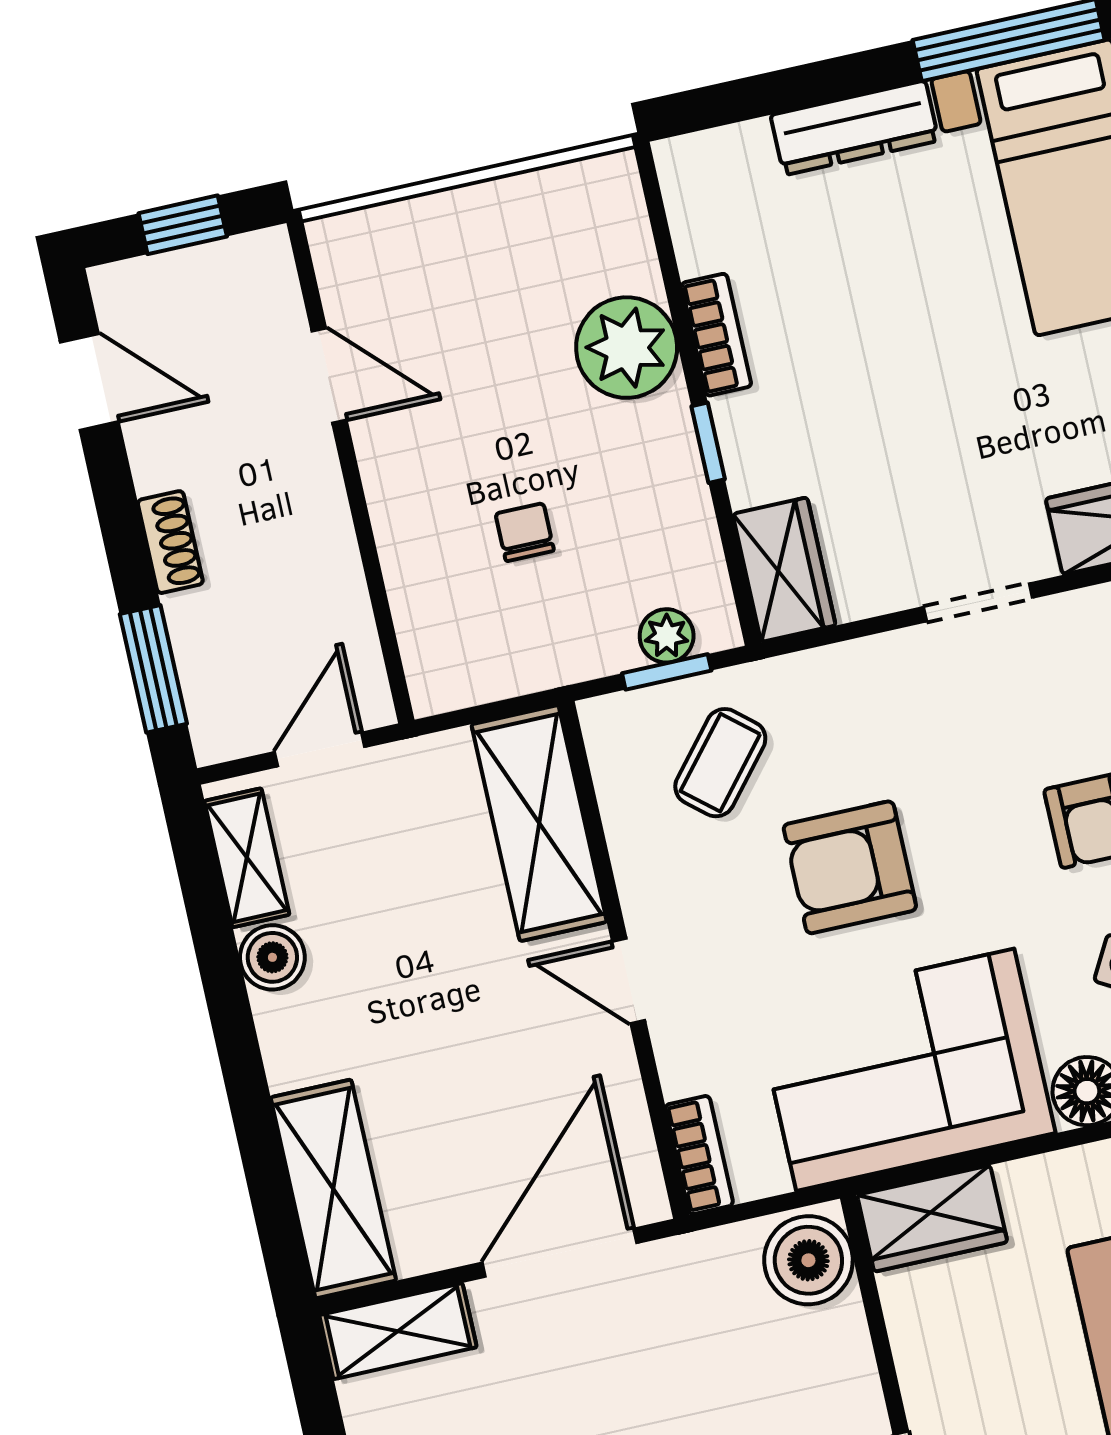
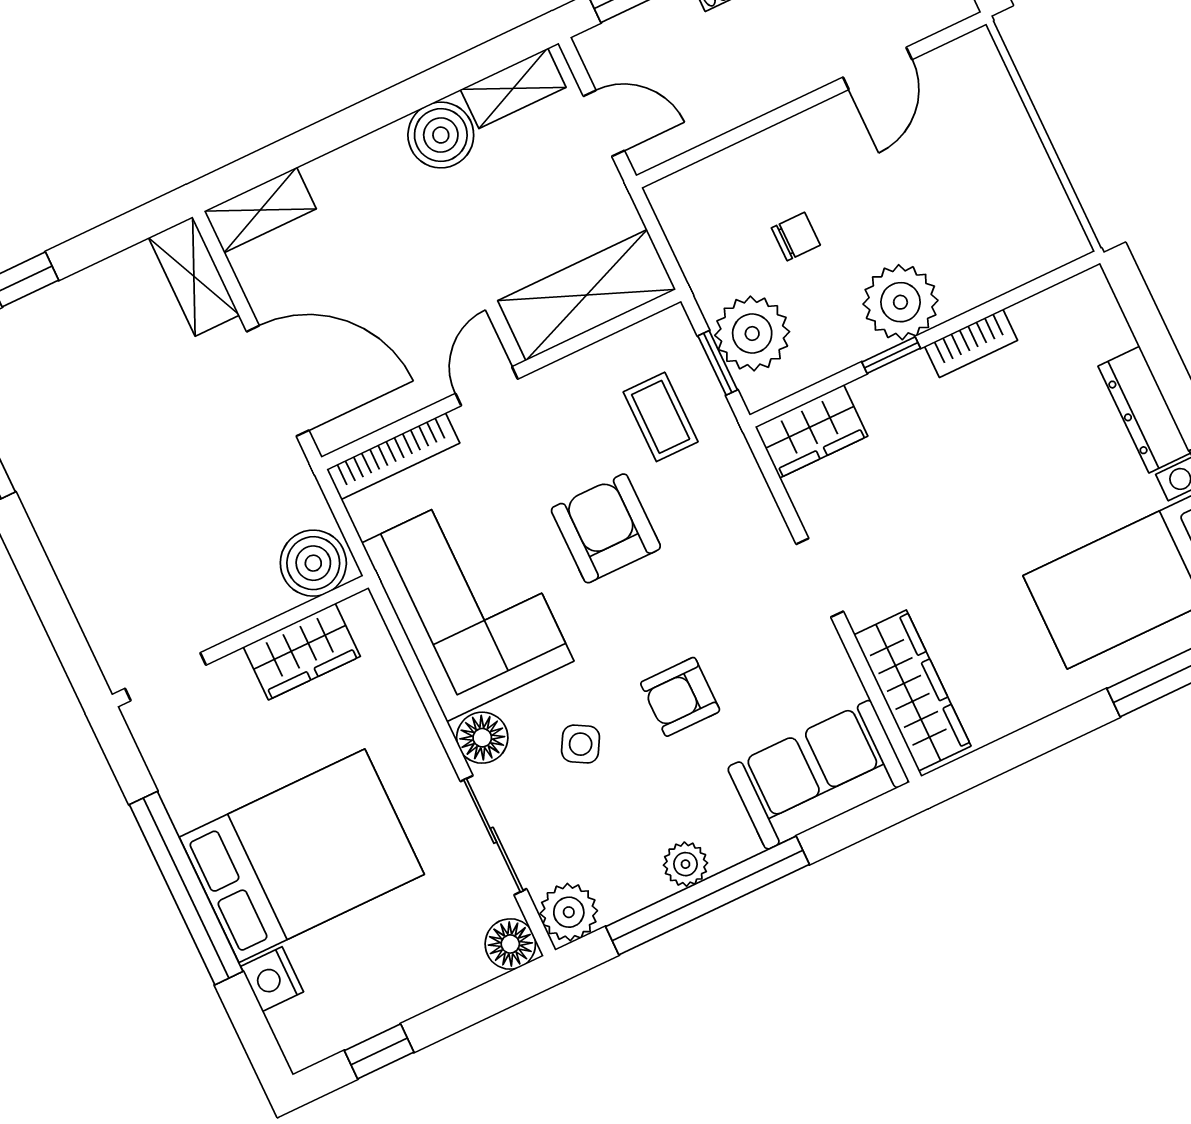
plant: (627, 348) -> (900, 302), moved
plant: (667, 636) -> (752, 334), width x1.88, depth x1.88
coffee table: (720, 763) -> (661, 417), turned 50
boiler: (272, 957) -> (441, 135), width x1.36, depth x1.36
bookcase: (699, 1155) -> (393, 456), width x1.56
shelving: (333, 1189) -> (260, 210), width x0.67, depth x0.75
wardrobe: (932, 1219) -> (302, 652), moved, turned -90

